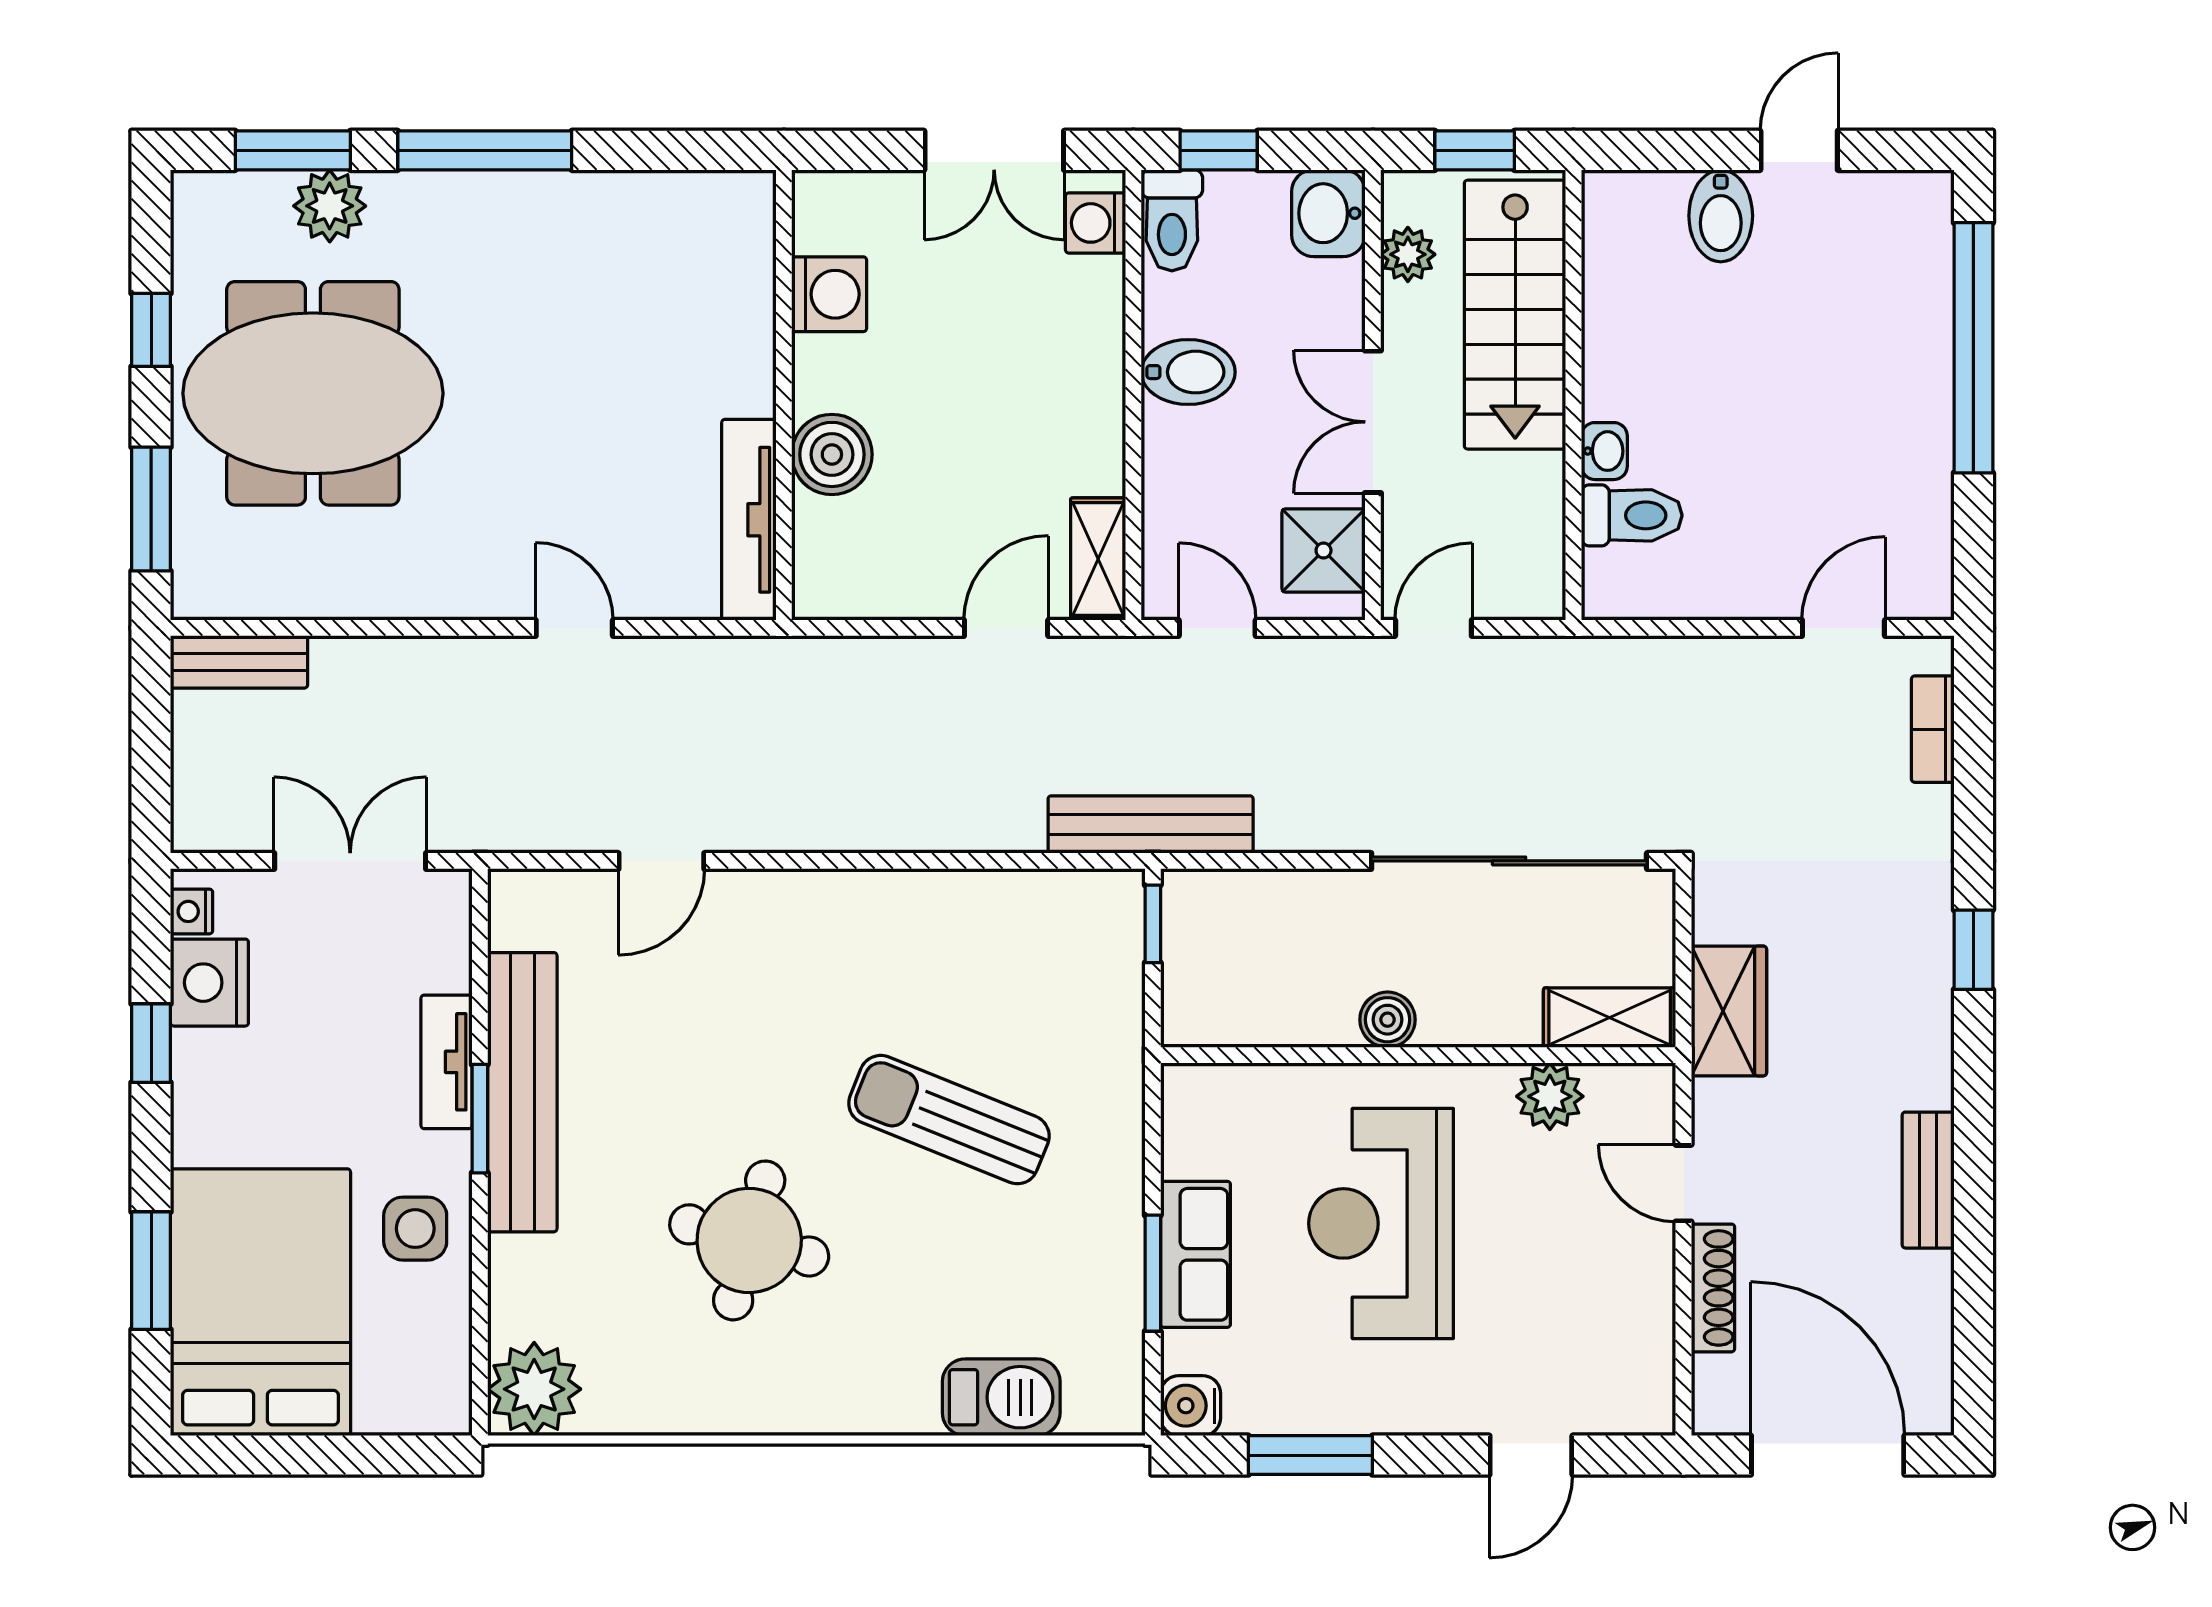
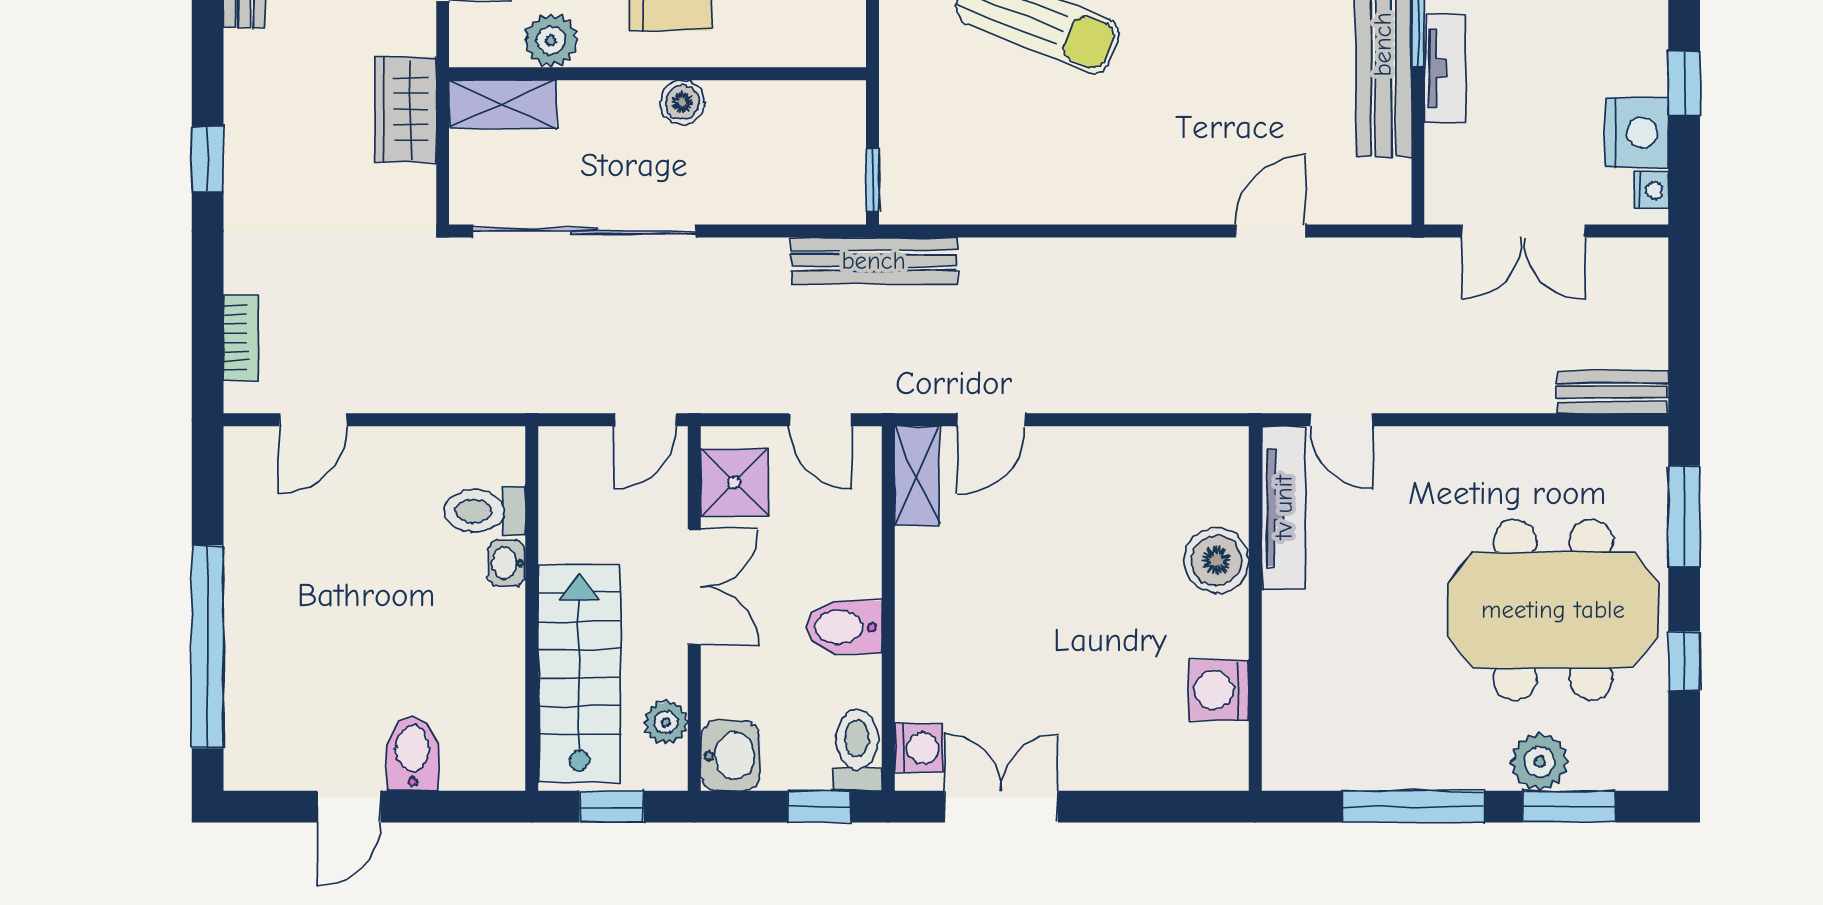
washing machine: (829, 294) -> (1219, 690), moved
wall: (784, 395) -> (1255, 609), moved
boiler: (832, 454) -> (1216, 560), moved
tv unit: (749, 520) -> (1284, 507), moved

